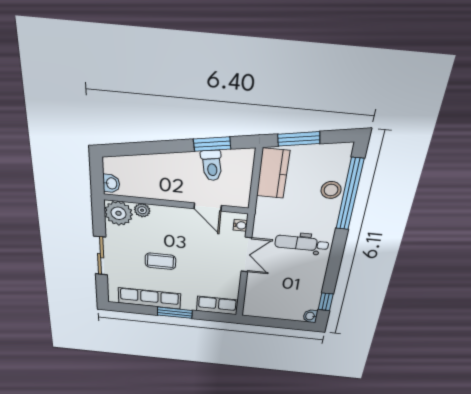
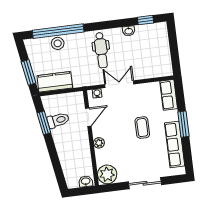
plant: (142, 210) -> (99, 143), moved
coffee table: (160, 261) -> (142, 128), moved
washbasin: (310, 316) -> (129, 31), moved

